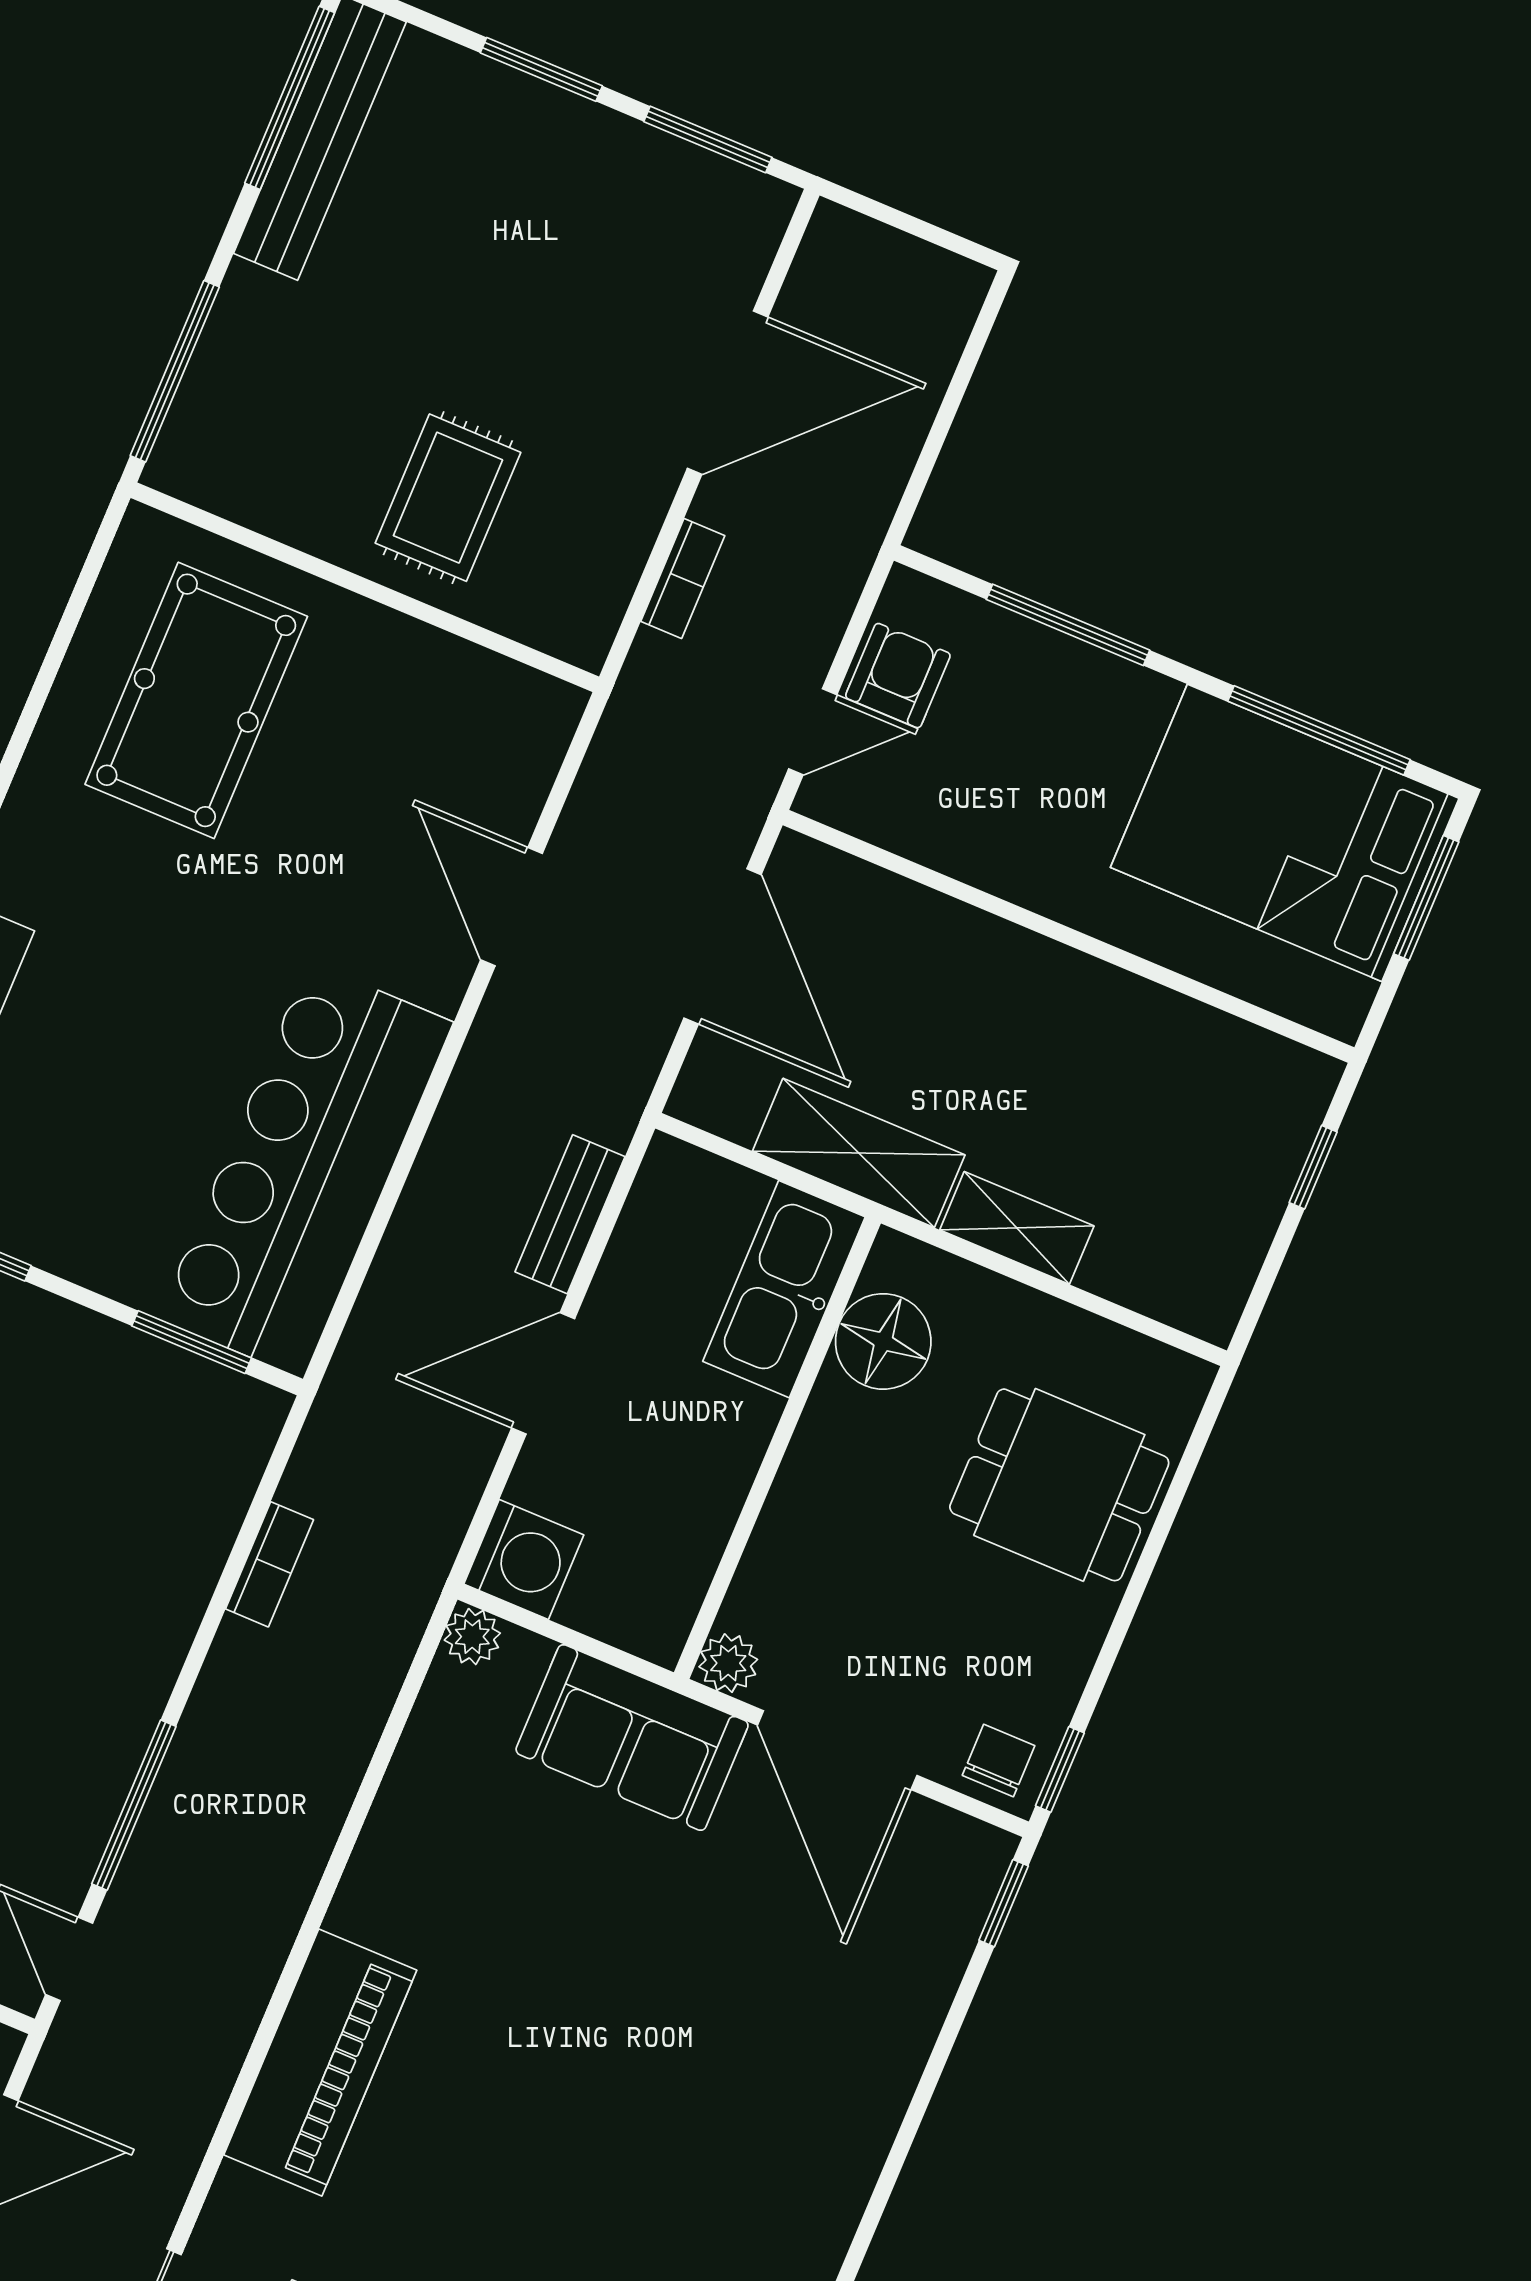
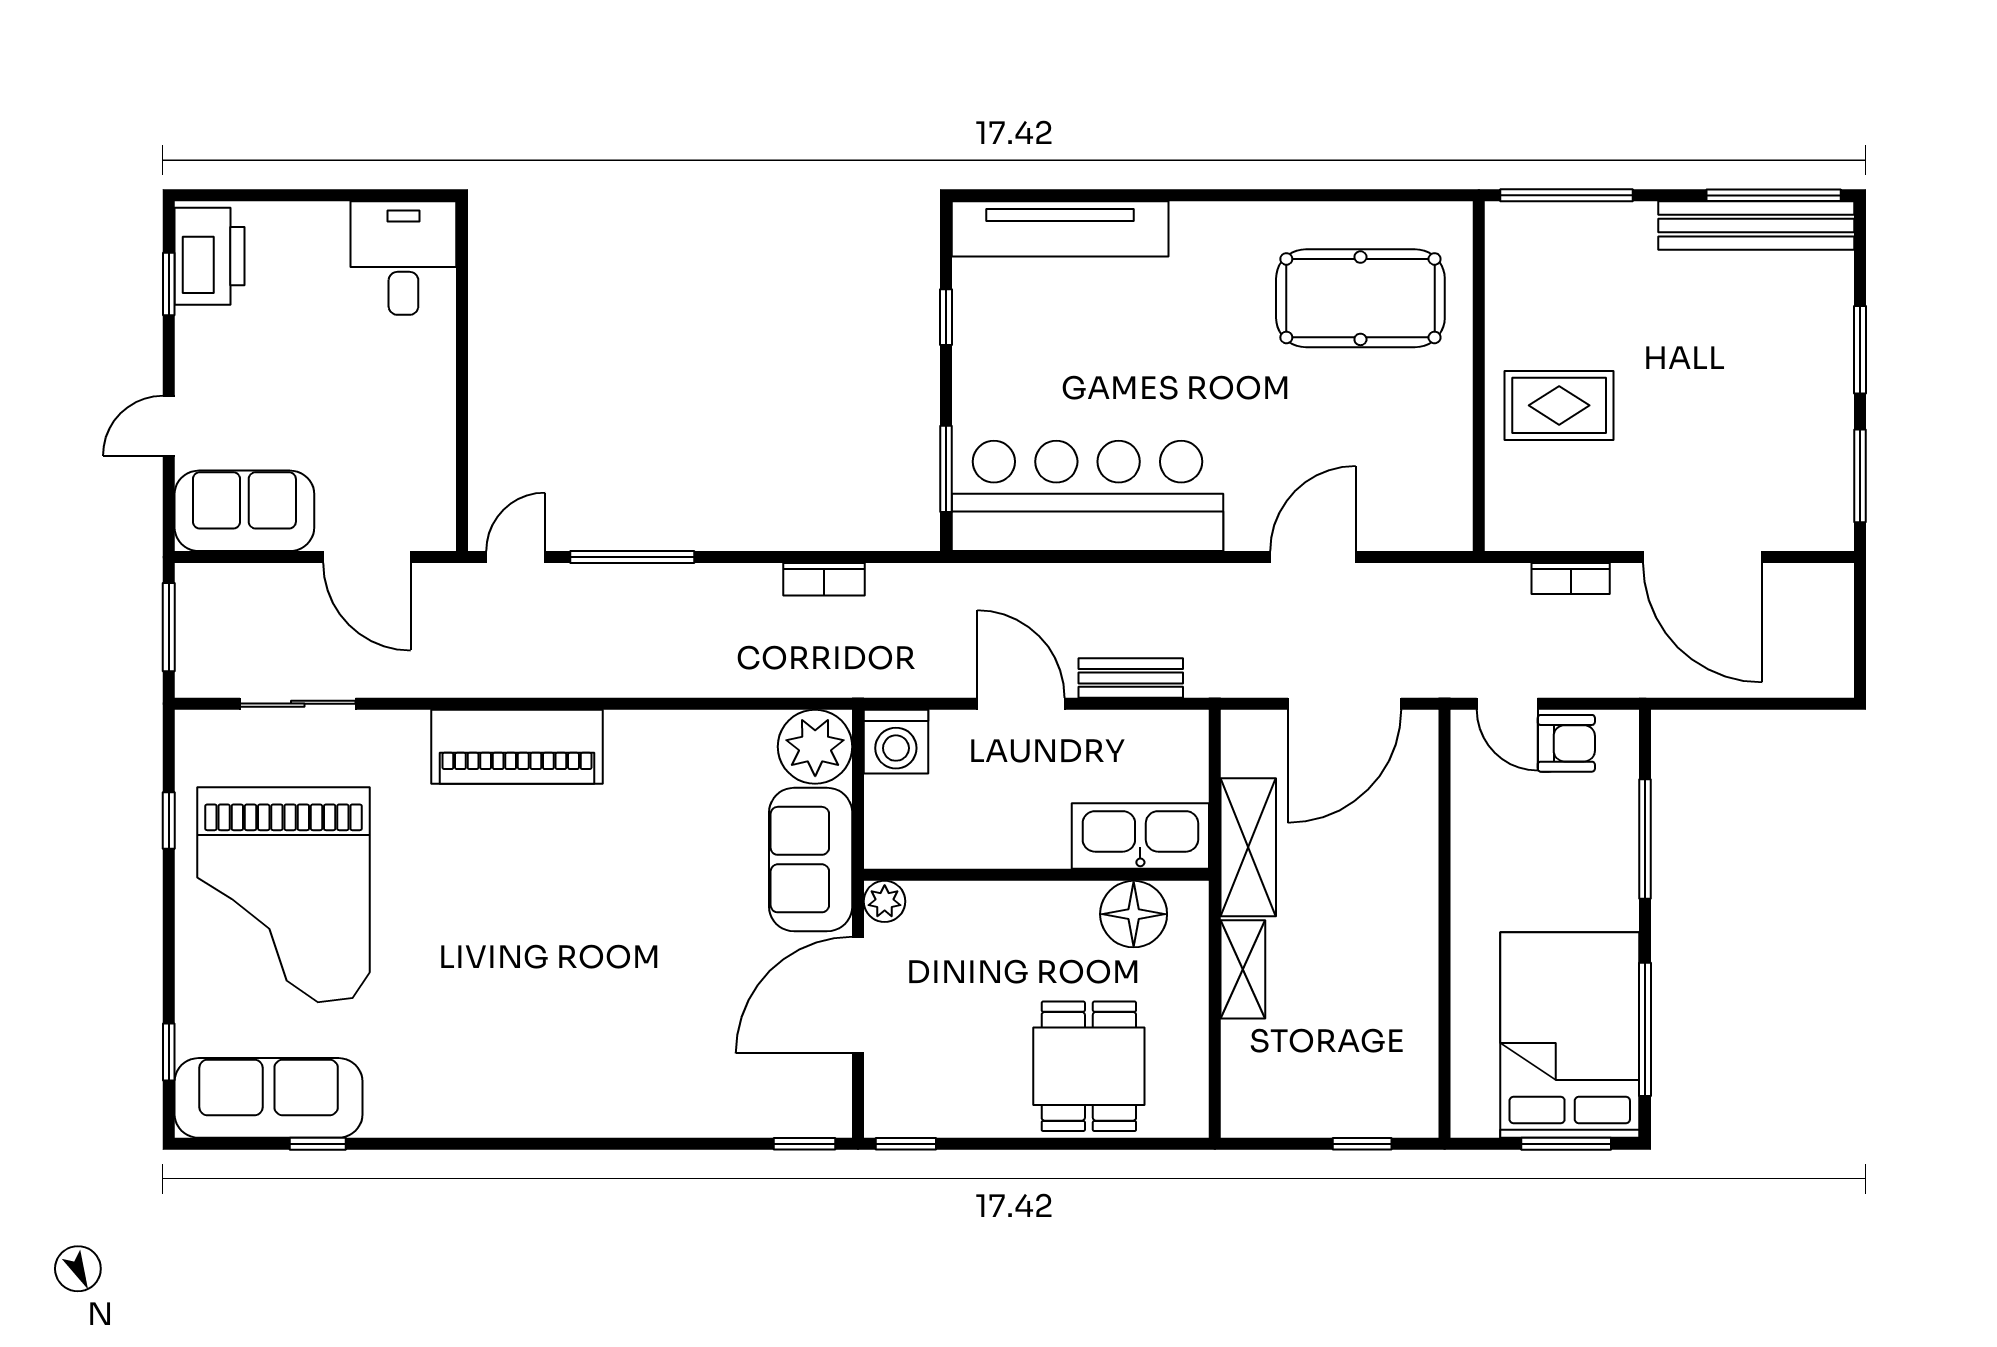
plant: (472, 1637) -> (815, 747), width x1.88, depth x1.88
chair: (999, 1760) -> (895, 1102), removed

